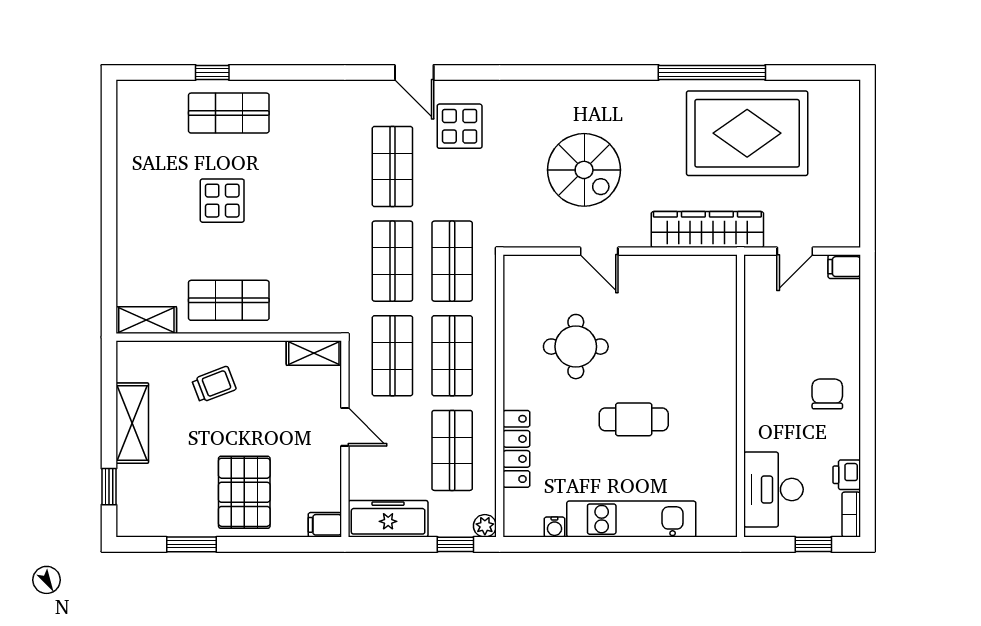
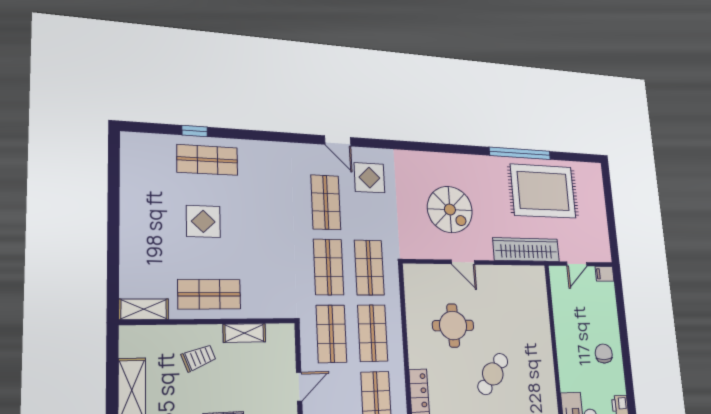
shelving: (314, 353) -> (244, 333), moved
cafe table: (634, 419) -> (493, 374), turned -53
door: (345, 427) -> (299, 387), hinge flipped

